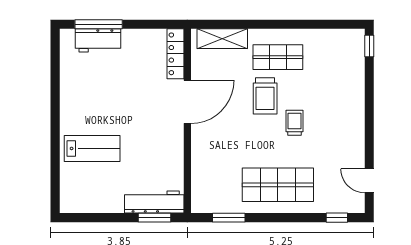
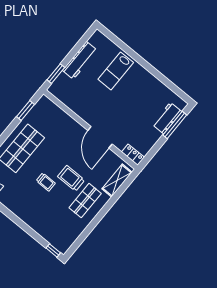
locker: (175, 54) -> (133, 155), width x0.66
workbench: (154, 202) -> (80, 60), moved

